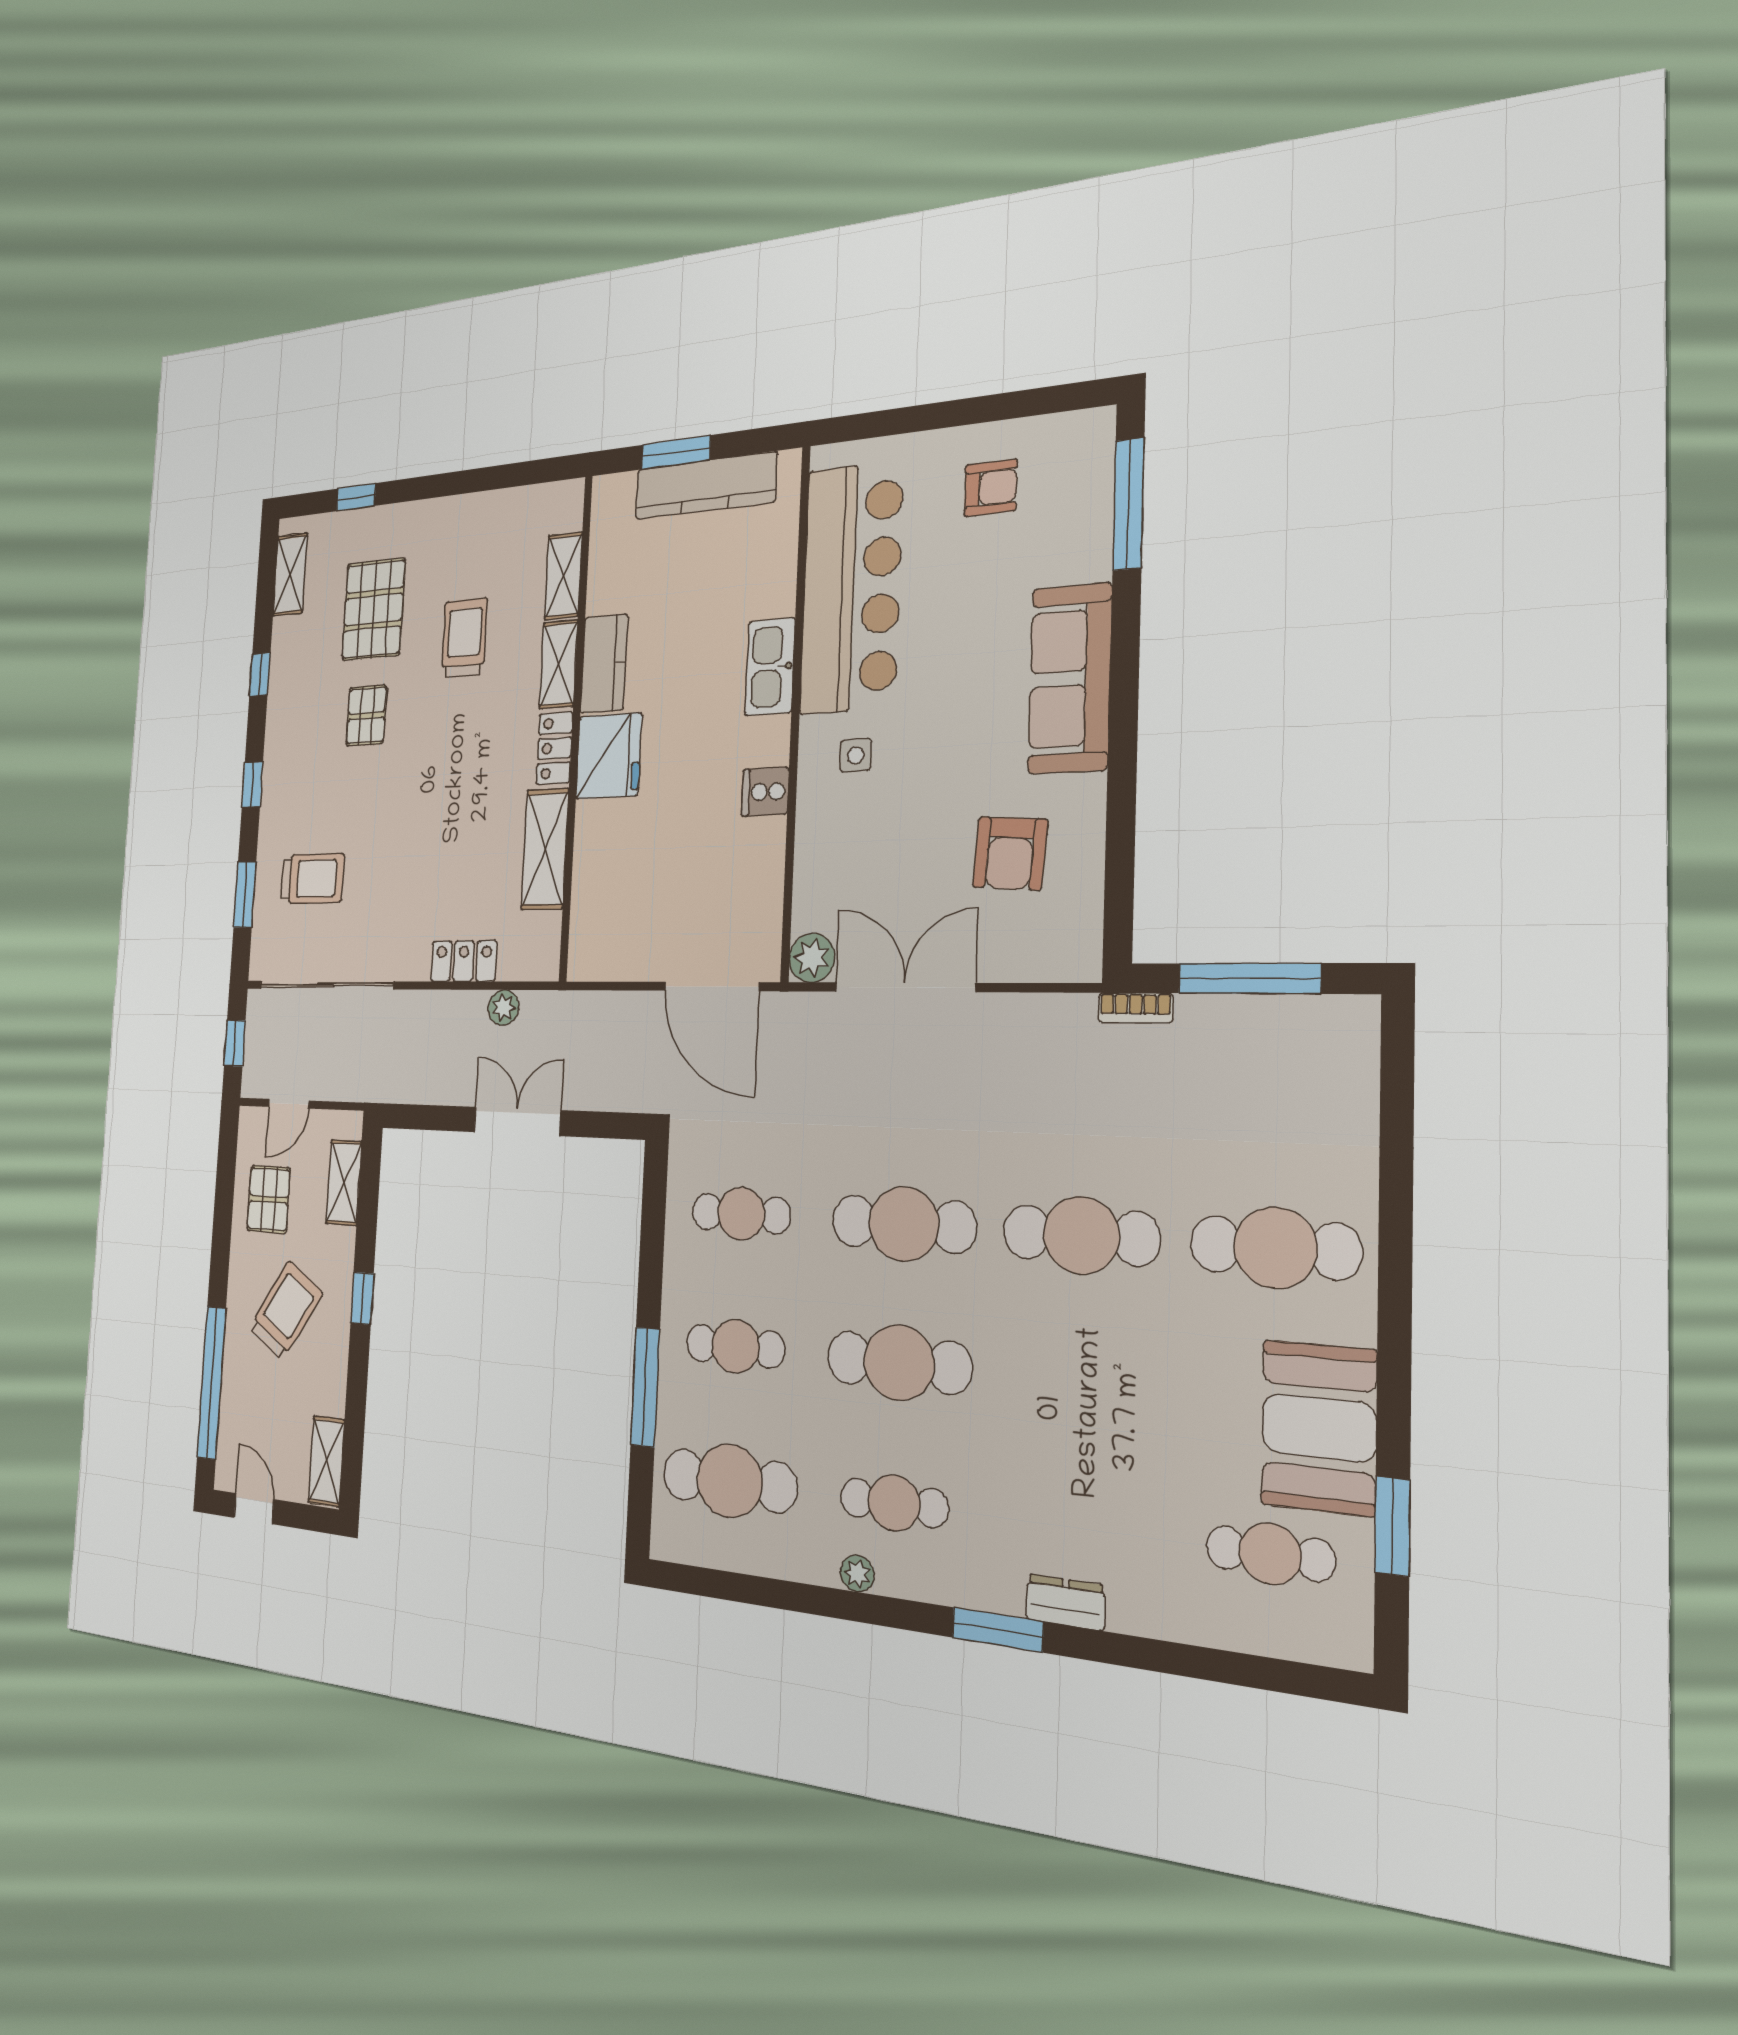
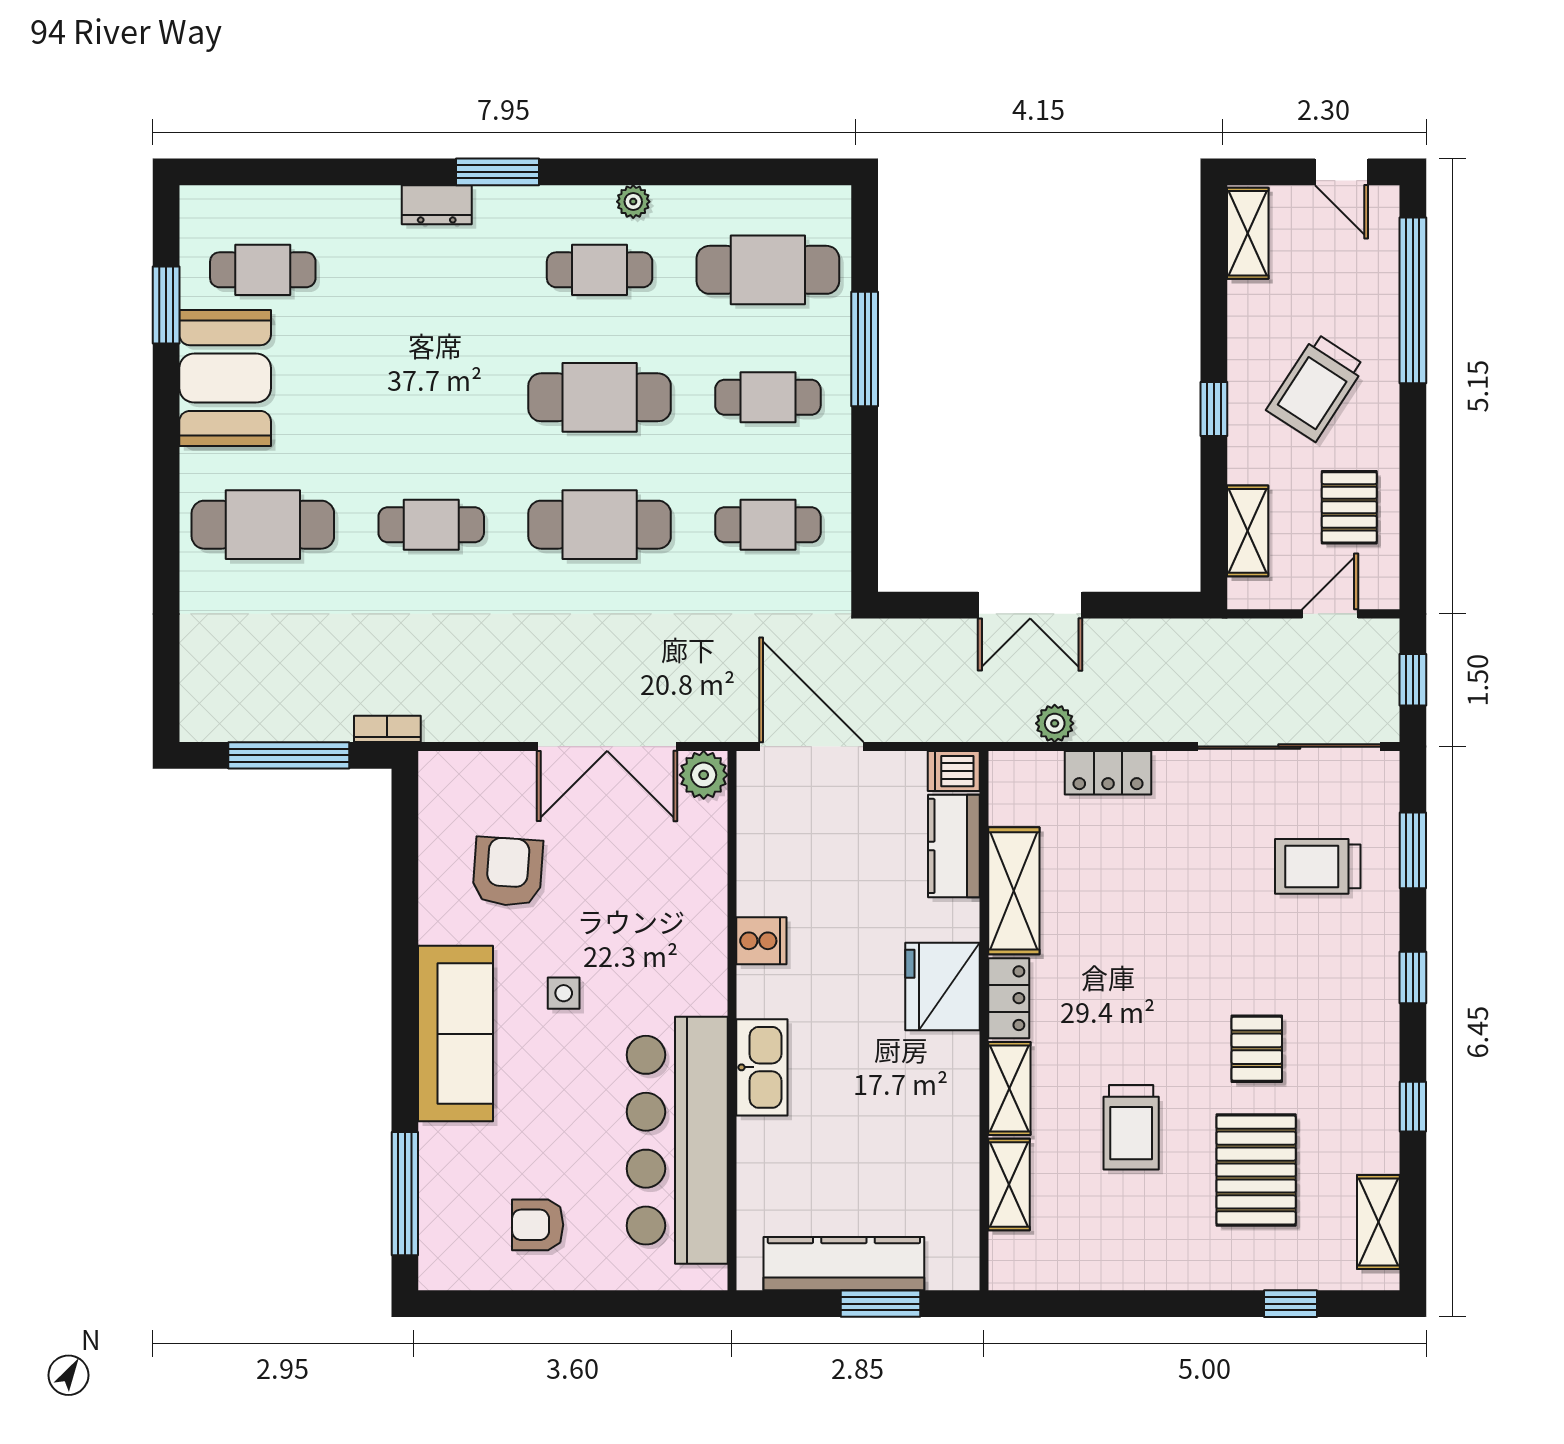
kitchen counter: (604, 664) -> (954, 846), moved
side table: (856, 755) -> (564, 993), moved
dishwasher: (589, 962) -> (954, 771), added
cafe table: (1081, 1235) -> (431, 525), width x0.73, depth x0.74

